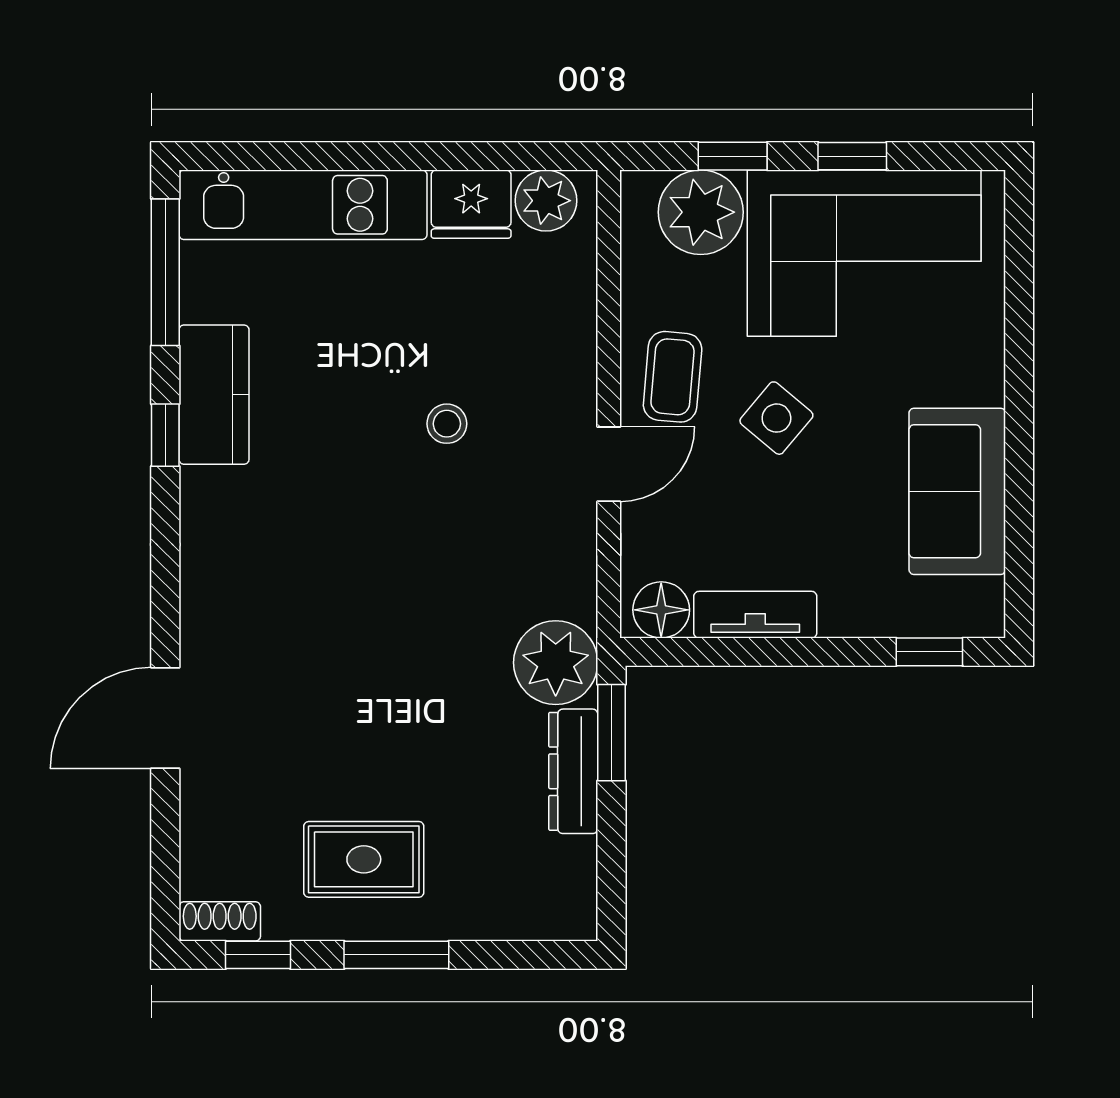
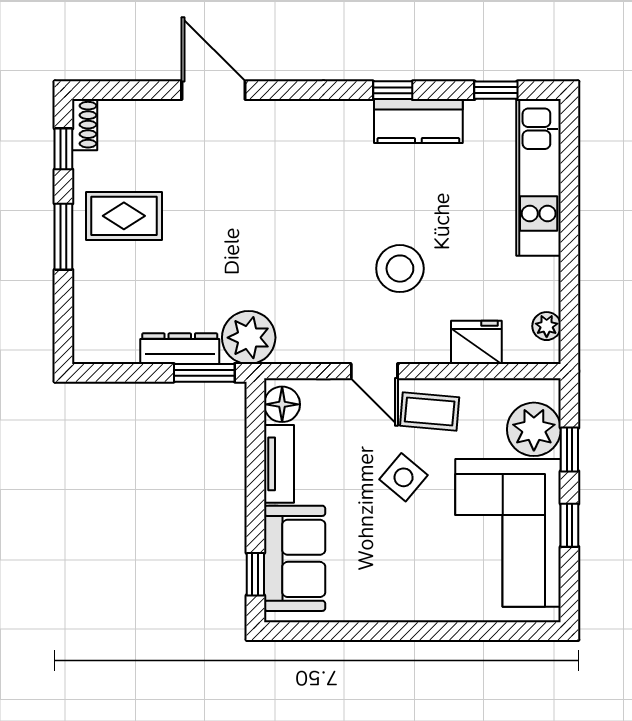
plant: (546, 201) -> (547, 326), width x0.73, depth x0.73
fridge: (471, 204) -> (476, 342), moved, turned 90
window: (165, 272) -> (496, 90), width x0.46
stool: (447, 424) -> (400, 269), width x1.89, depth x1.89
sofa: (957, 491) -> (295, 558), moved, turned 90
rug: (364, 859) -> (124, 216), turned 90

